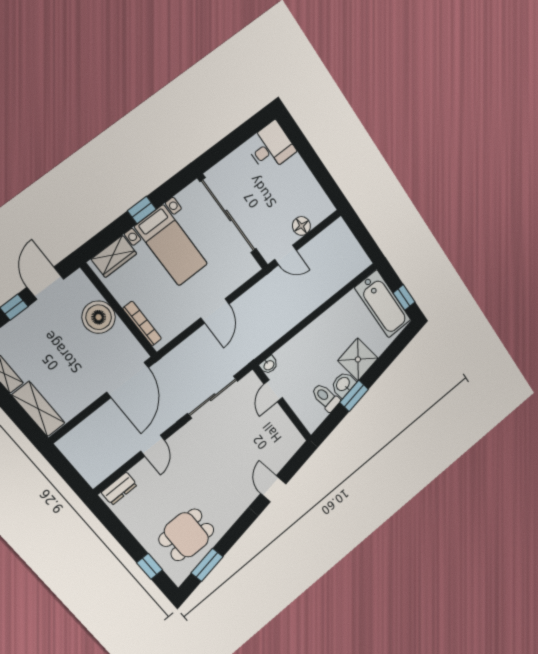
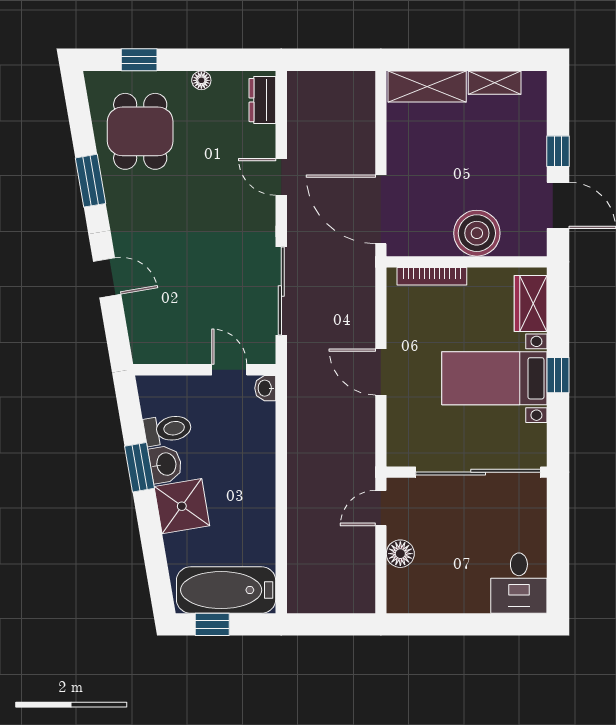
floor lamp: (135, 527) -> (201, 80), added
window: (207, 565) -> (91, 181), moved

